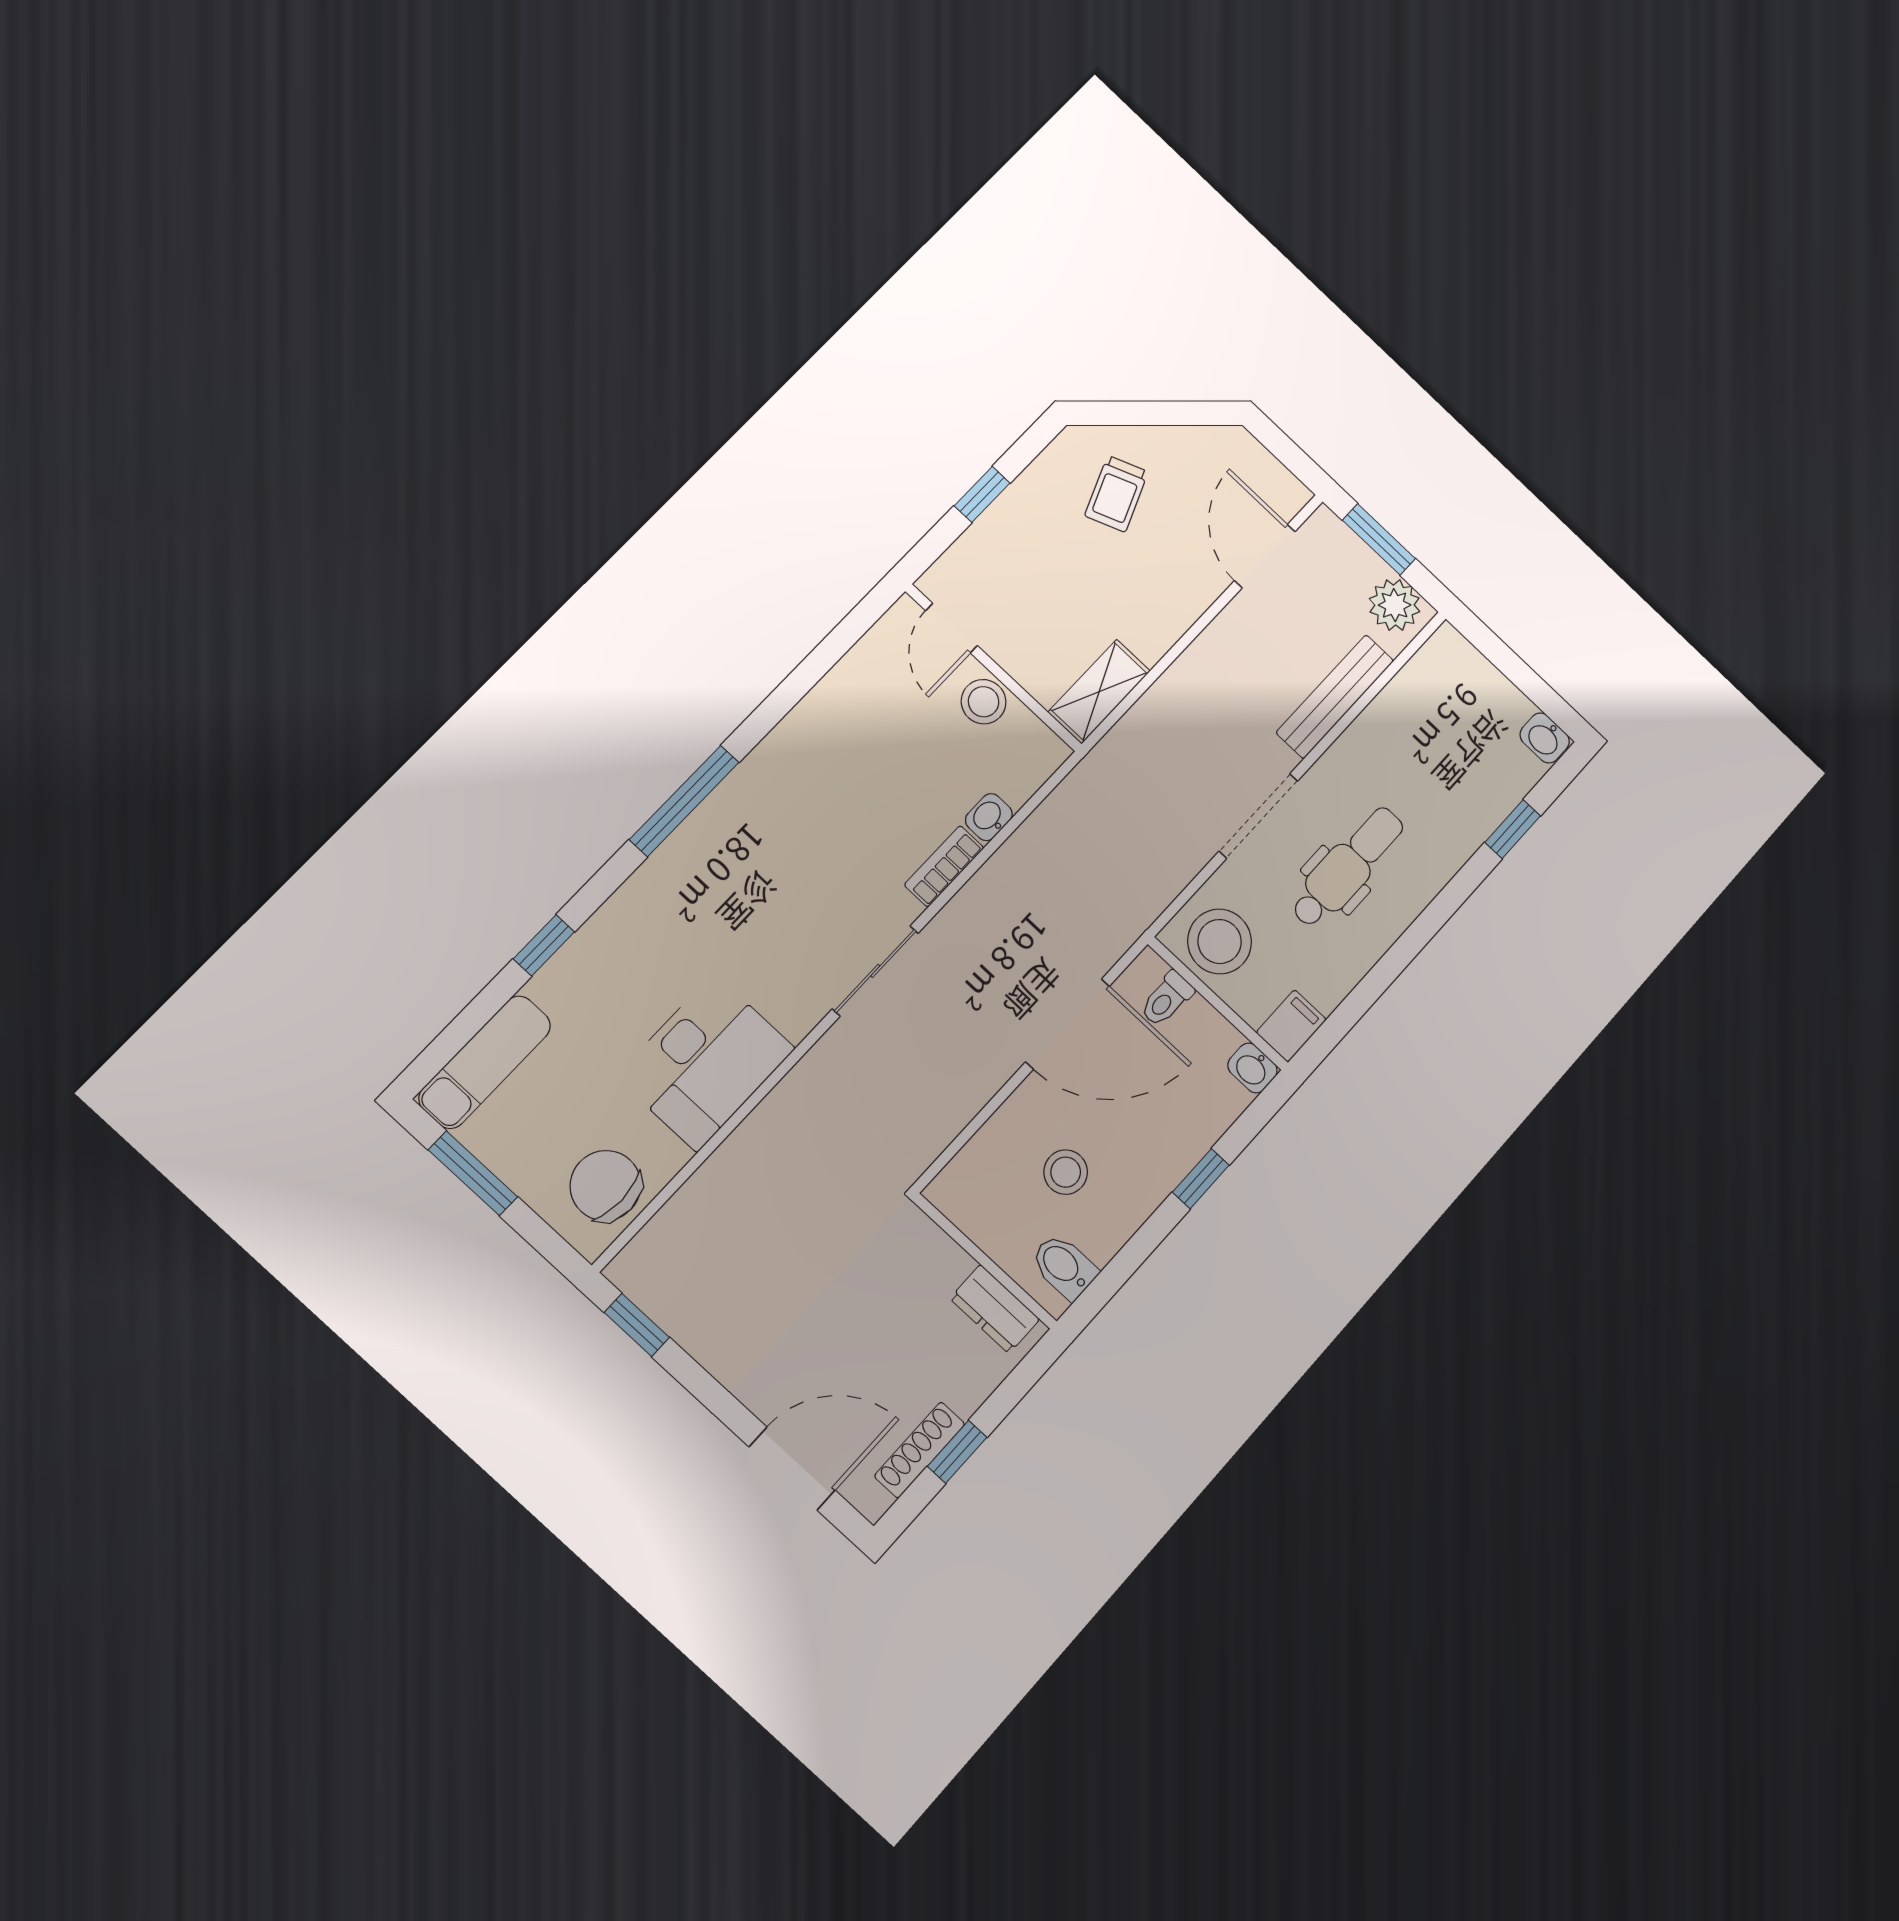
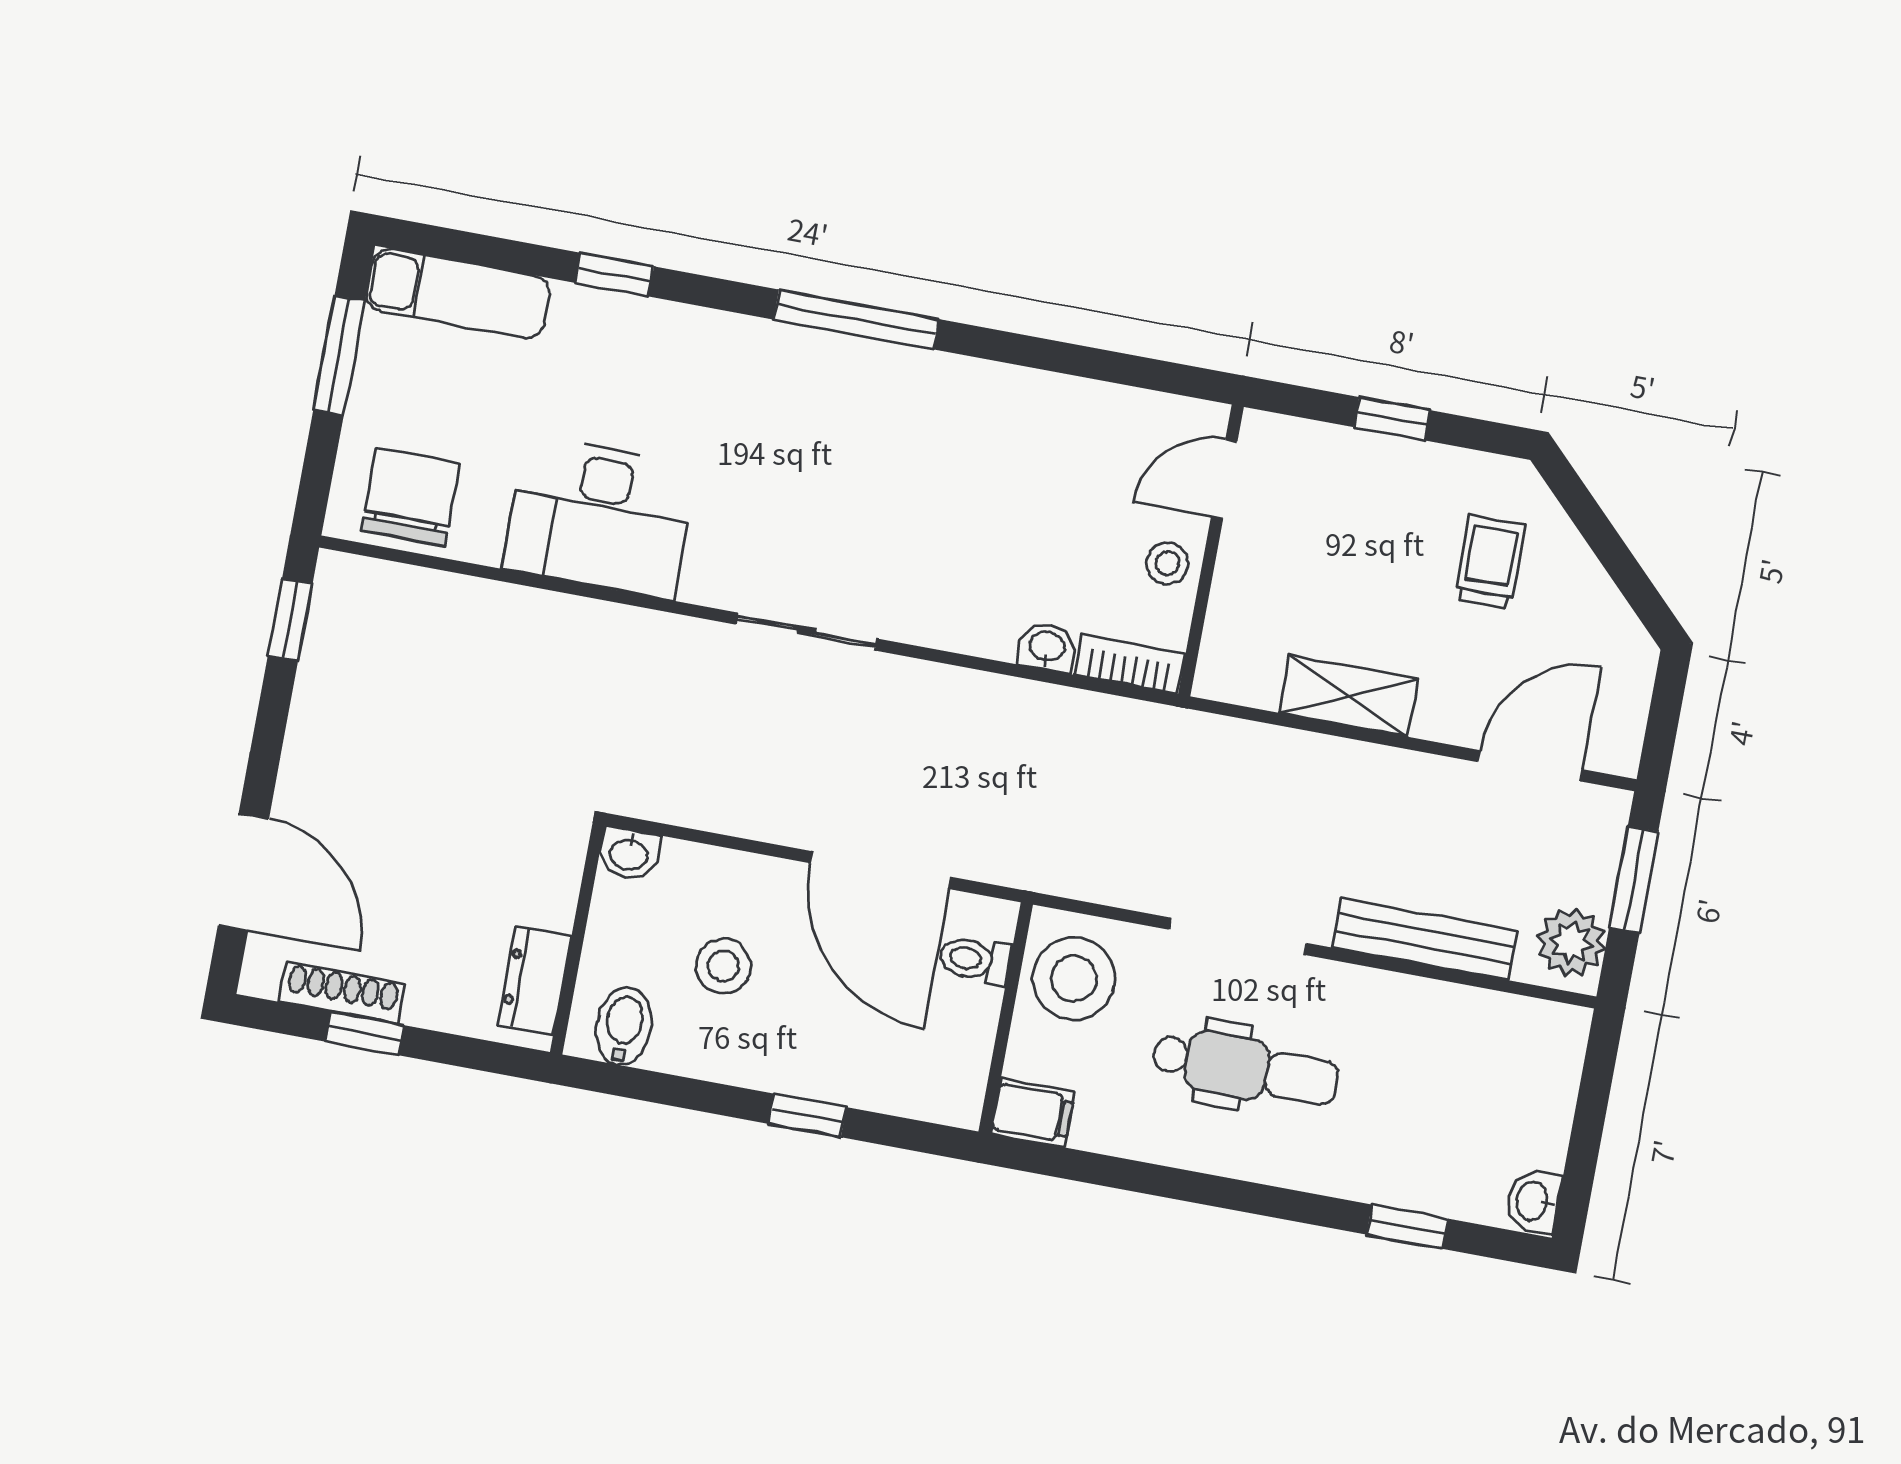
trolley: (1116, 494) -> (1490, 562), turned 112
shelving: (1099, 692) -> (1348, 696), moved
stool: (984, 702) -> (1167, 563), width x0.73, depth x0.73
bookcase: (944, 866) -> (1130, 664), moved
washbasin: (1252, 1068) -> (629, 854), moved, turned -90

